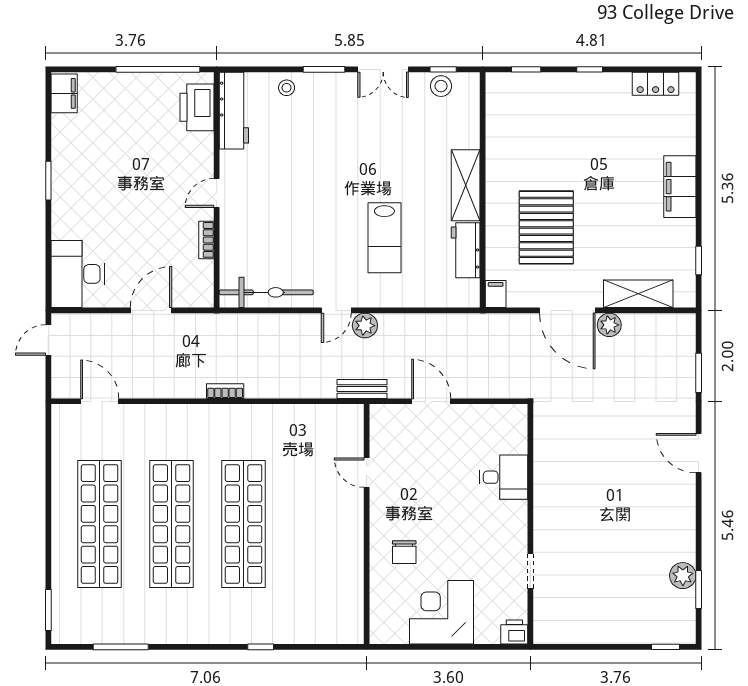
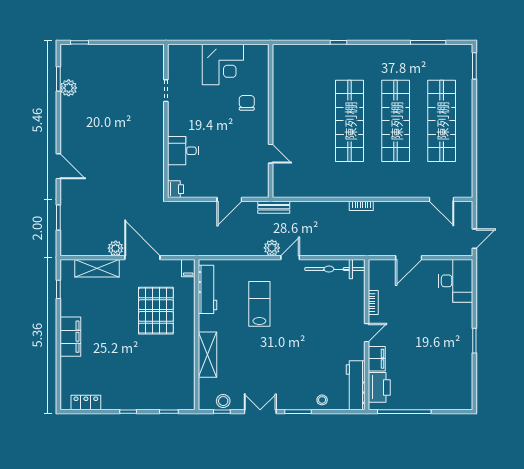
filing cabinet: (64, 93) -> (377, 359), moved, turned 180
shelving: (466, 185) -> (207, 355), moved
workbench: (466, 250) -> (207, 289), width x1.37
door: (431, 401) -> (229, 199), hinge flipped
printer: (514, 632) -> (176, 189), moved, turned -90

